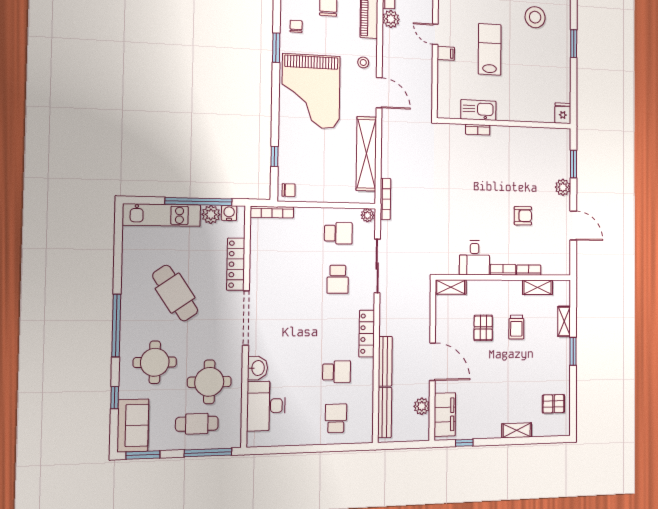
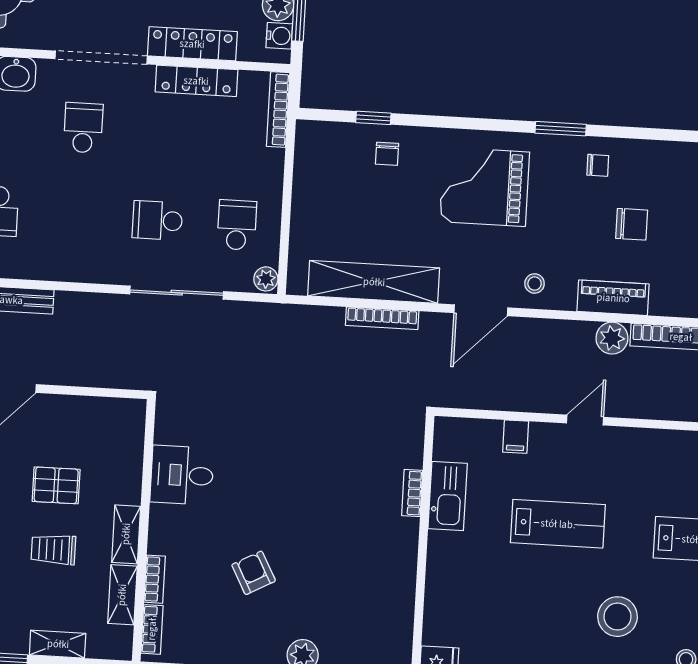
filing cabinet: (446, 53) -> (516, 437), moved
grand piano: (311, 91) -> (484, 187), width x0.73, depth x0.68
chair: (289, 190) -> (387, 154), moved
bookcase: (385, 199) -> (382, 318), moved
armchair: (523, 216) -> (254, 573), turned 152
school desk: (338, 233) -> (237, 225), turned 180
bookcase: (503, 270) -> (152, 629), moved
shelving: (451, 287) -> (126, 534), moved
school desk: (287, 326) -> (83, 128), added
locker: (367, 334) -> (196, 81), moved, turned 180

